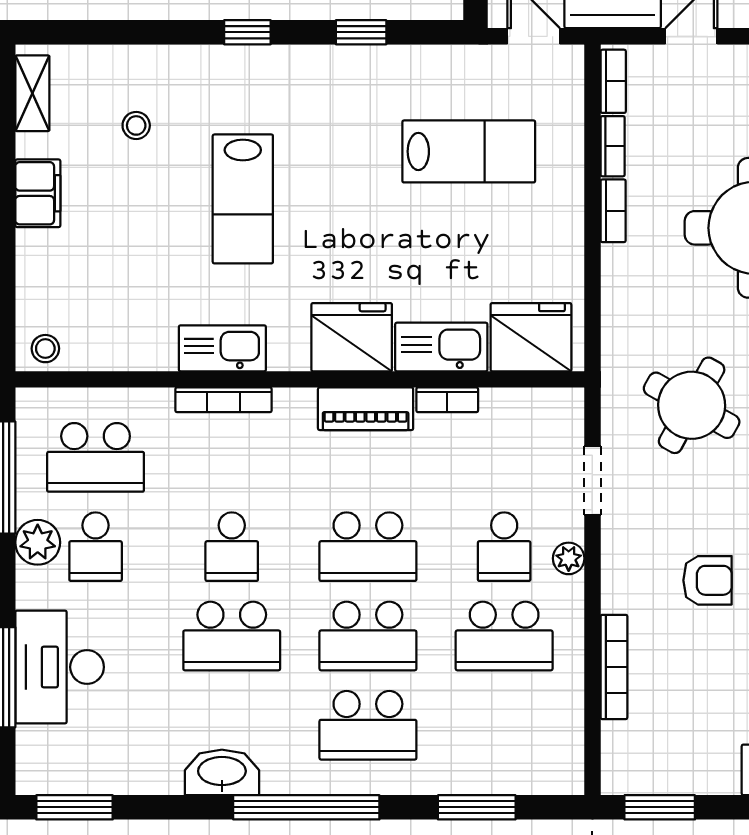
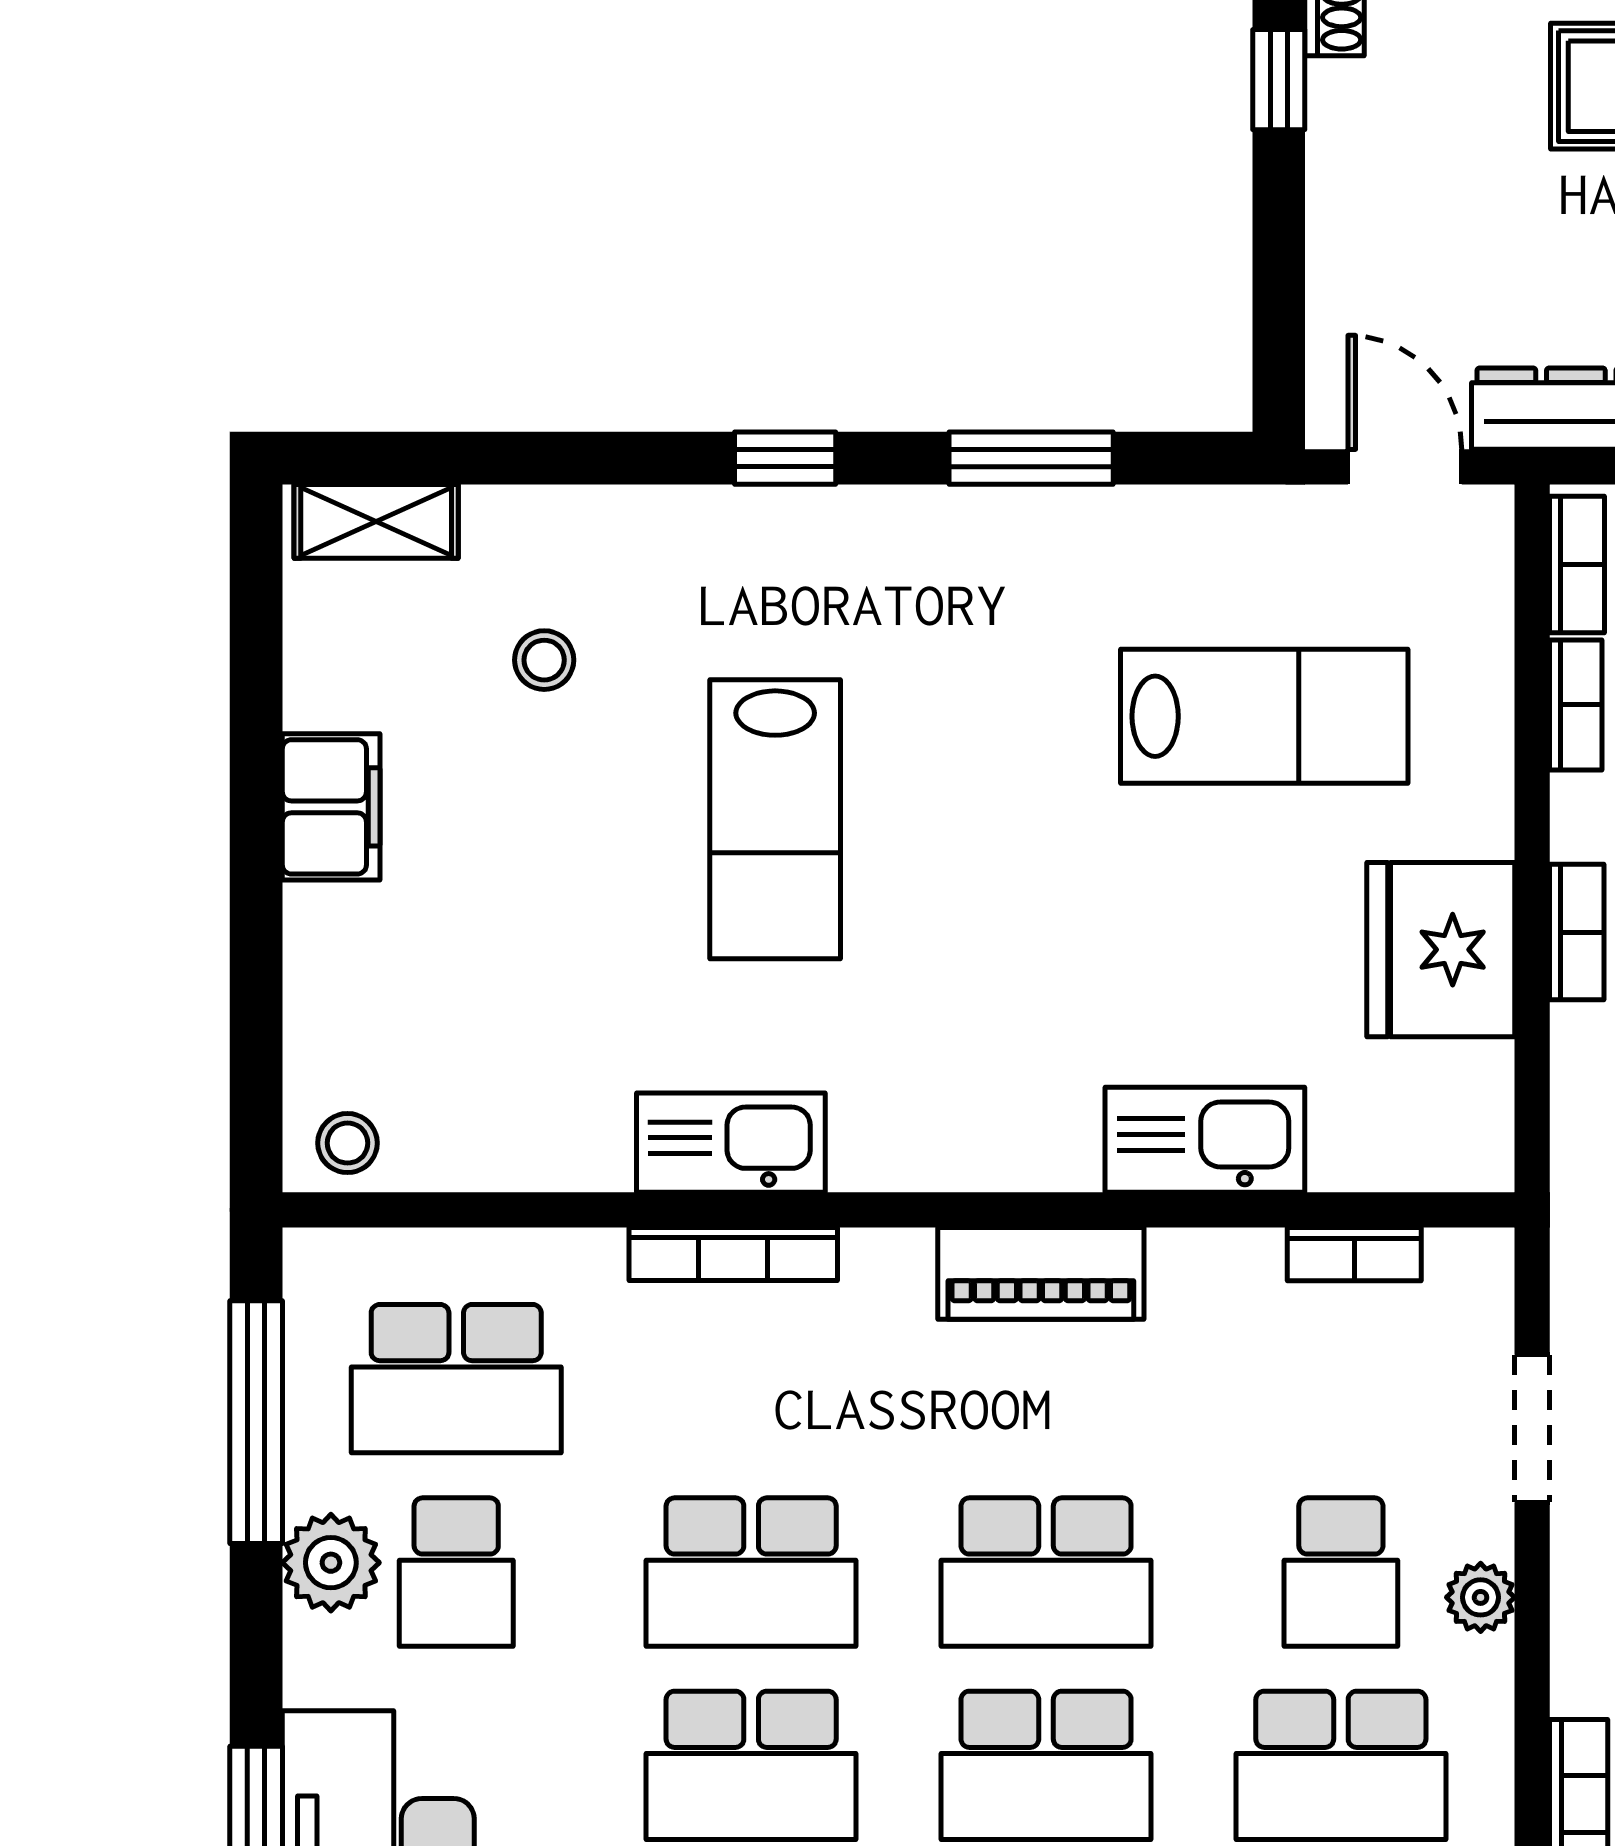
window: (361, 32) -> (1031, 458), width x1.50
shelving: (32, 93) -> (376, 521), moved, turned 90
bookcase: (613, 211) -> (1577, 932), moved
fridge: (352, 337) -> (1011, 1118), removed
fridge: (531, 337) -> (1441, 950), moved, turned -90
bookcase: (447, 400) -> (1354, 1254), moved
school desk: (232, 547) -> (751, 1572), width x1.85

